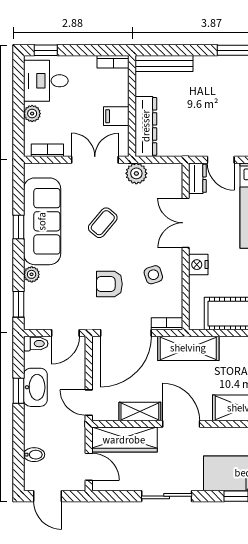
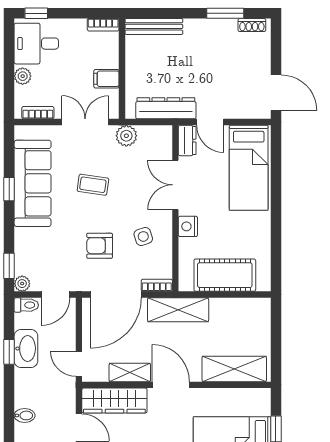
dresser: (146, 126) -> (166, 108), moved, turned -90
coffee table: (103, 223) -> (93, 185), turned 58
plant: (32, 274) -> (22, 284), moved

